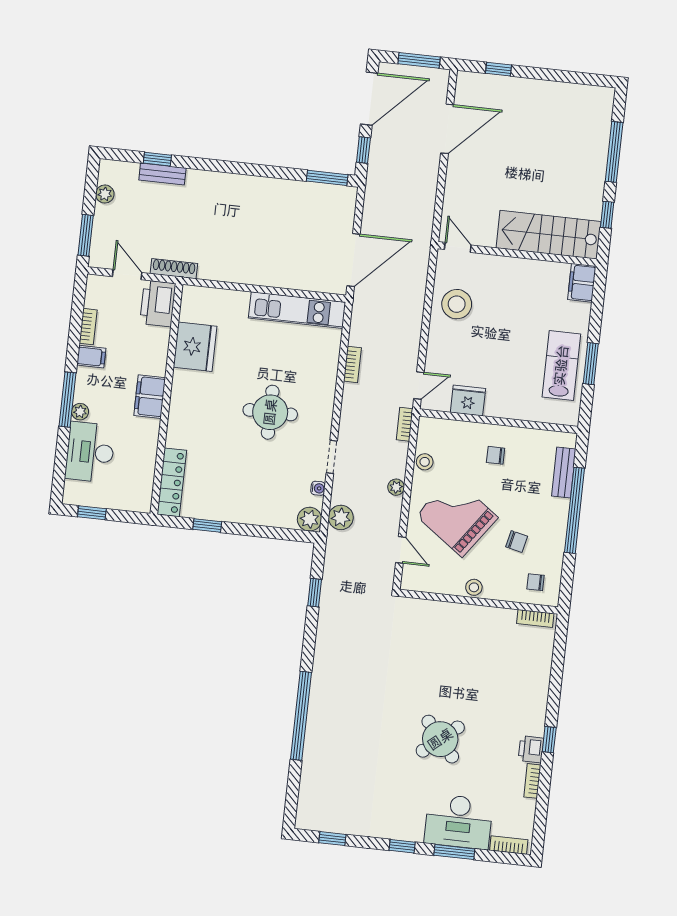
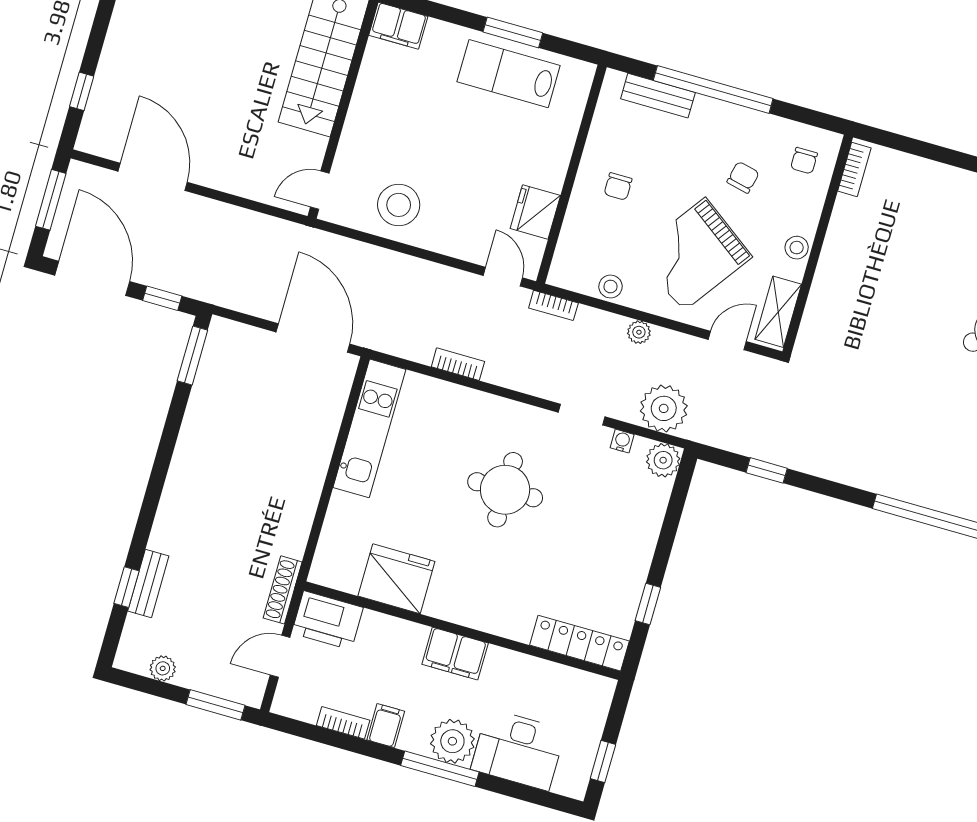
plant: (80, 412) -> (452, 741), width x1.88, depth x1.88
plant: (341, 517) -> (664, 408), width x1.36, depth x1.36
shelving: (427, 582) -> (778, 312), added

